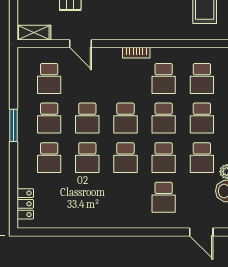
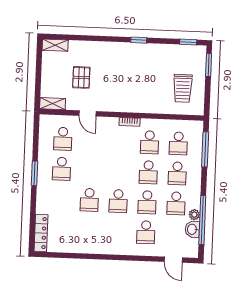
school desk: (87, 118) -> (91, 170), removed
school desk: (125, 118) -> (119, 171), removed
school desk: (49, 158) -> (60, 199), removed
locker: (25, 204) -> (41, 233), width x1.53

